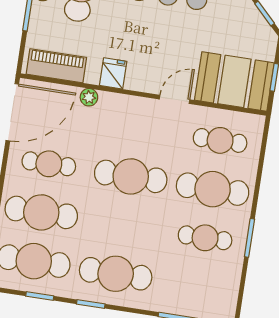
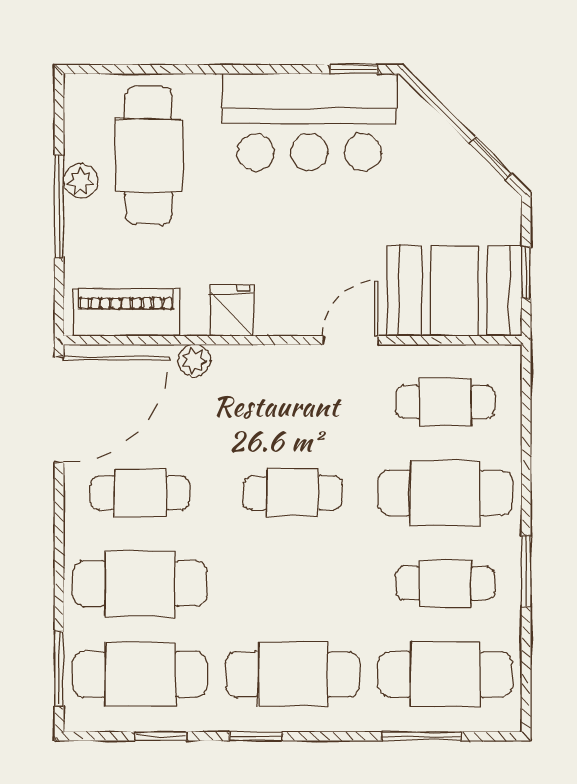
cafe table: (131, 176) -> (293, 493), width x0.73, depth x0.74
cafe table: (197, 286) -> (445, 674), added

